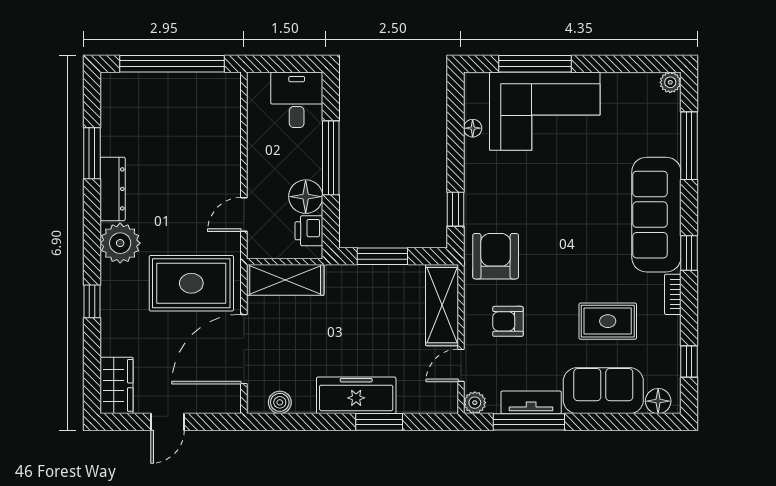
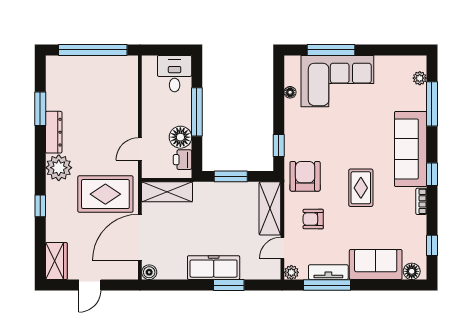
plant: (670, 82) -> (420, 78), moved
rug: (608, 321) -> (361, 188), moved, turned 90
boiler: (280, 402) -> (149, 272), moved

